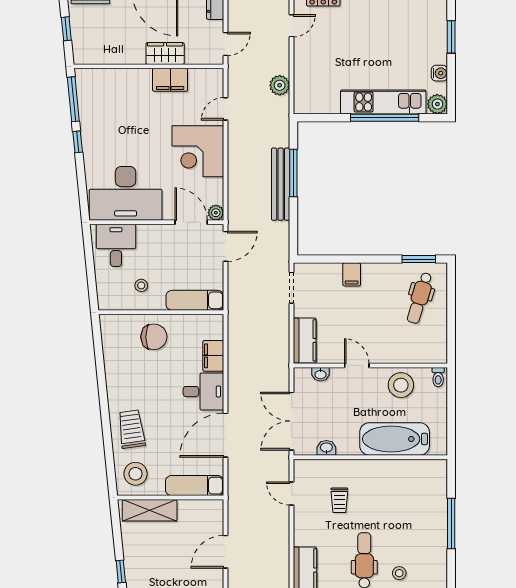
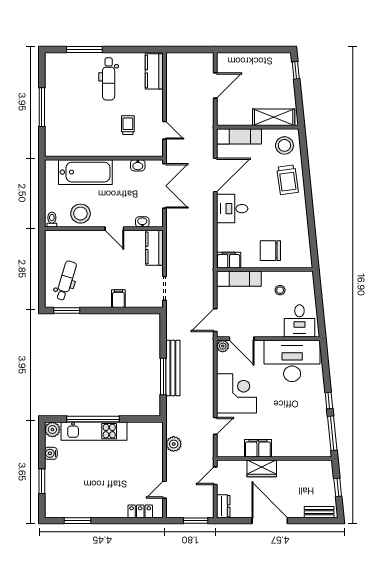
filing cabinet: (213, 356) -> (229, 260), moved, turned -90
stool: (399, 573) -> (82, 69), removed

